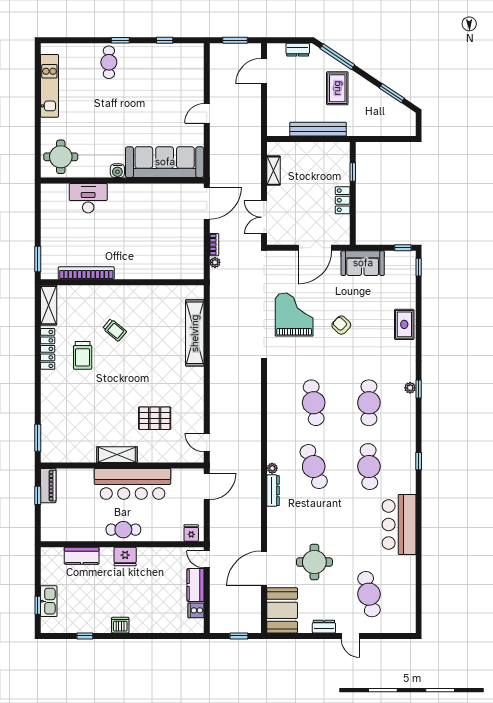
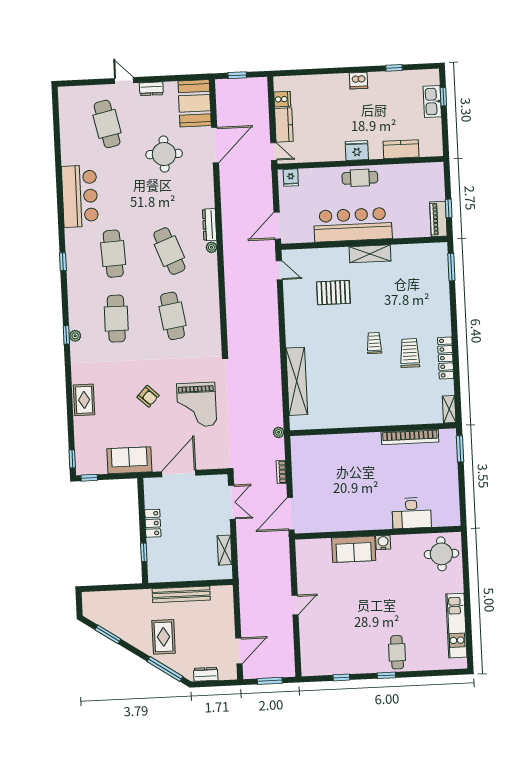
sofa: (165, 162) -> (354, 549), width x0.54, depth x0.79
plant: (215, 262) -> (279, 432), moved
shelving: (49, 305) -> (449, 409), width x0.67, depth x0.75
trolley: (115, 330) -> (374, 343), moved, turned 50

